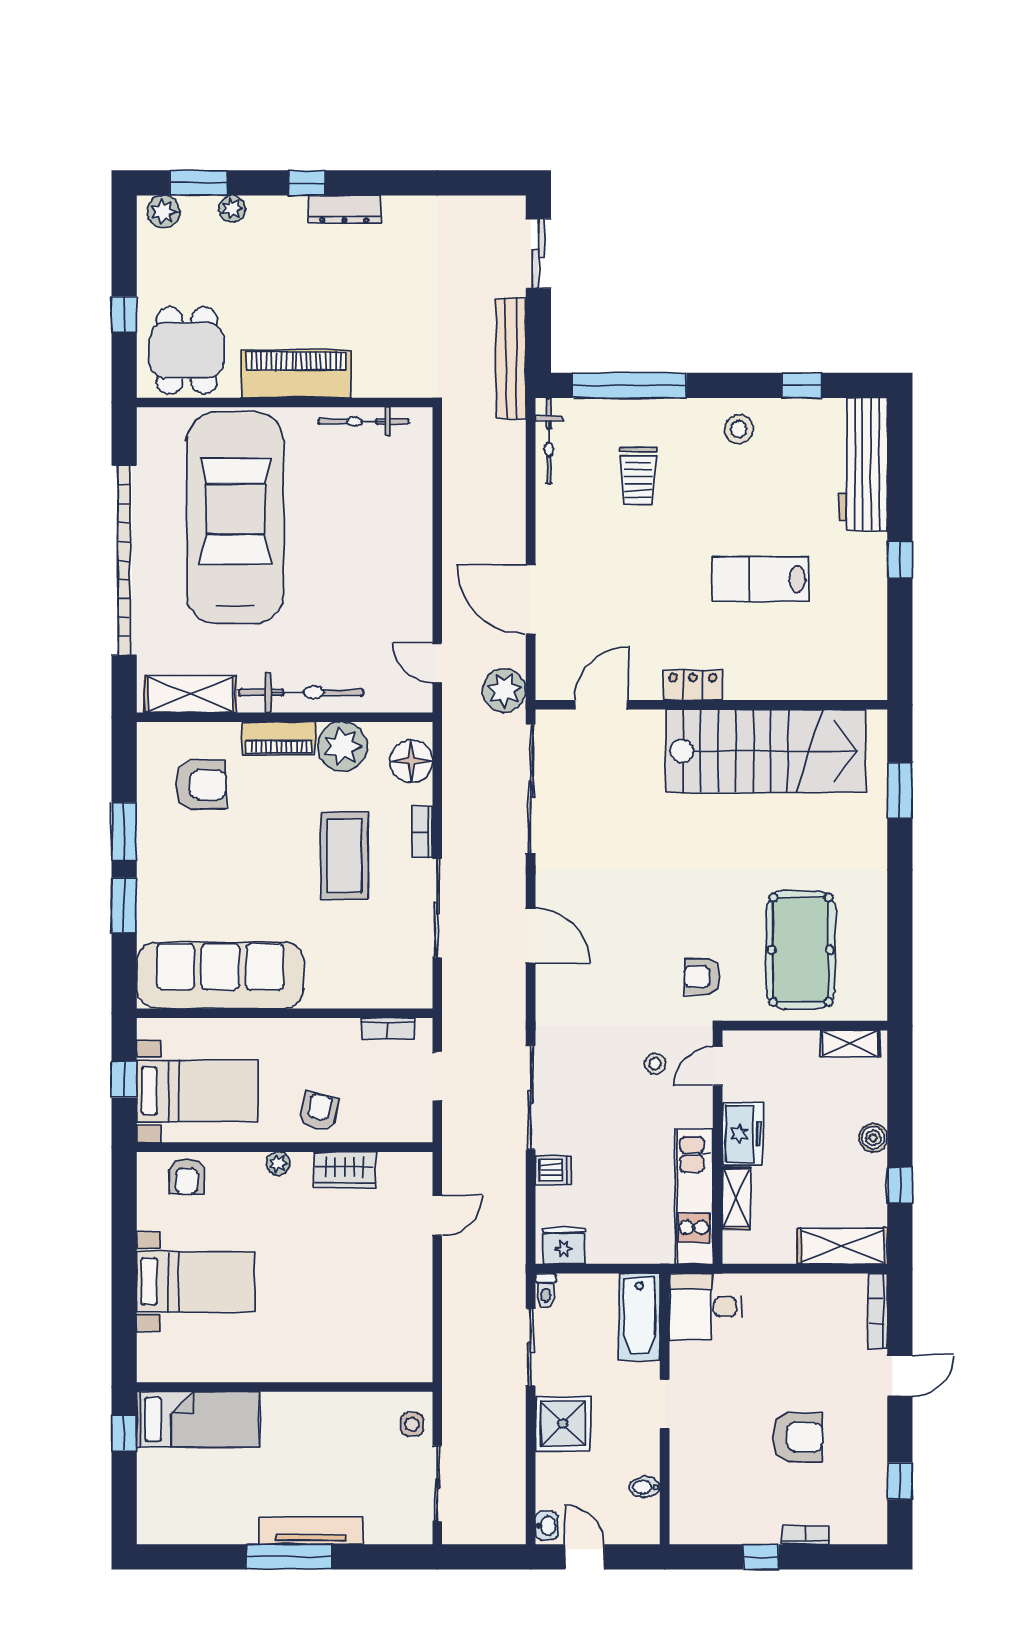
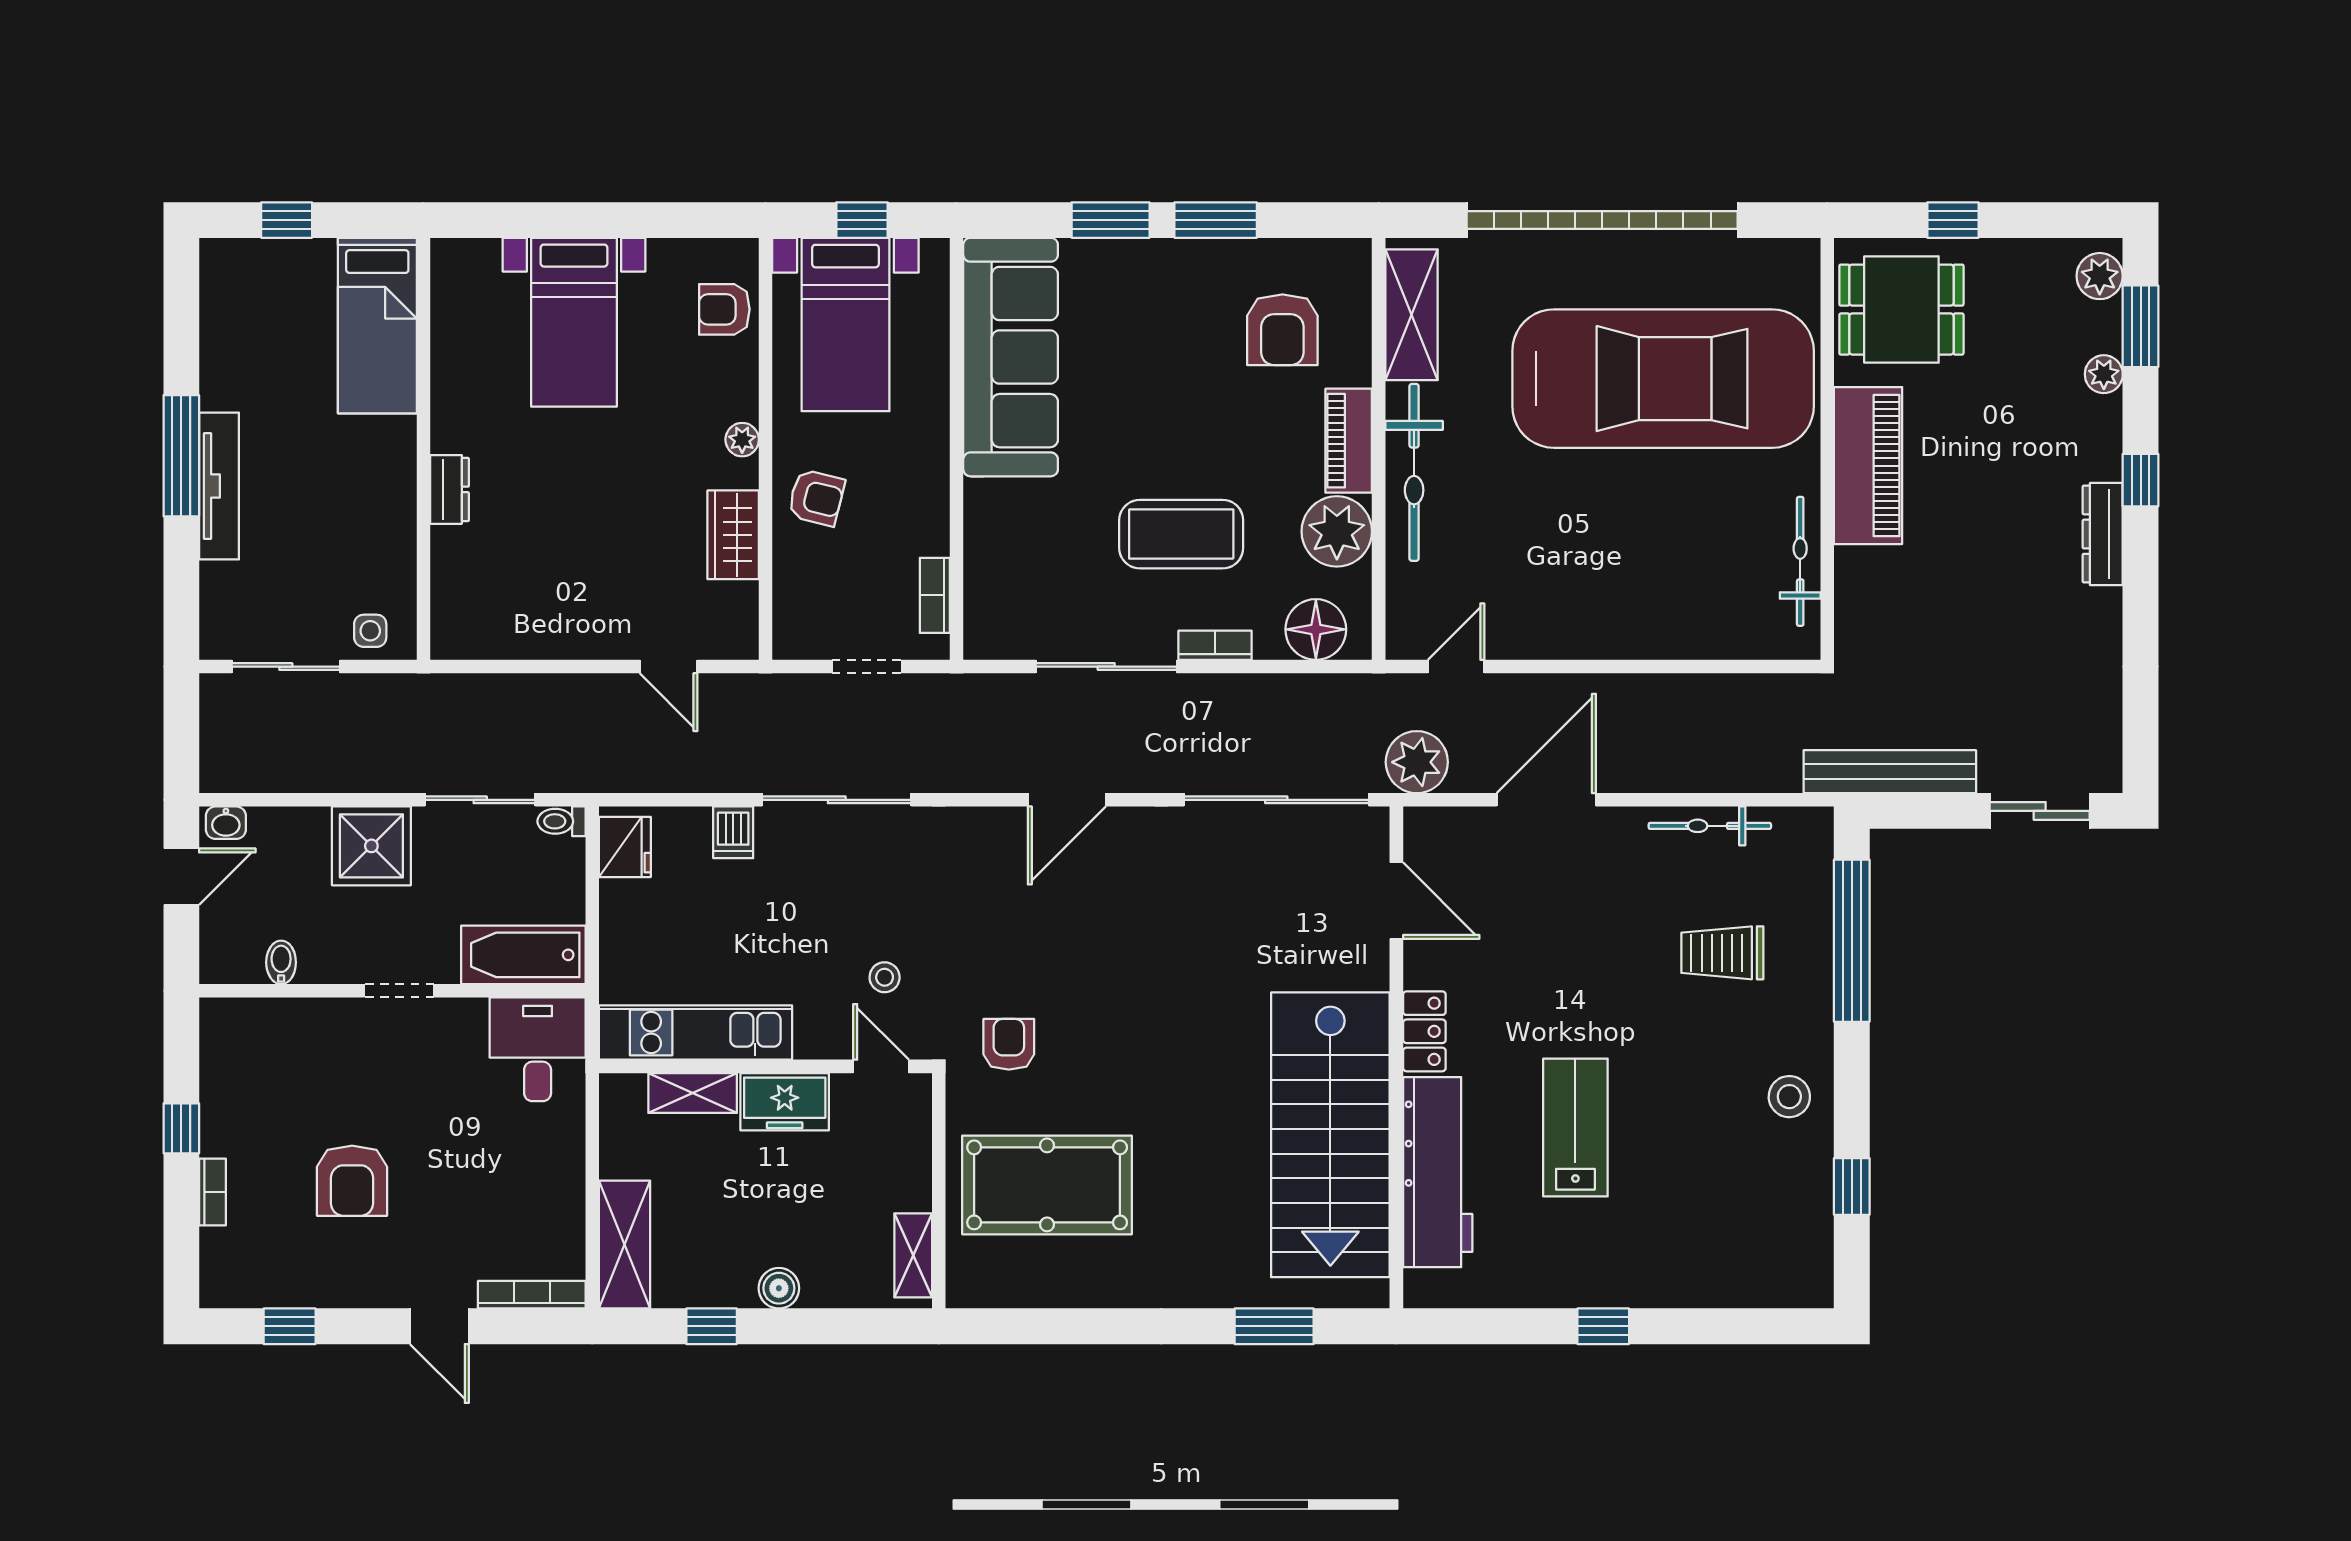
bicycle: (549, 441) -> (1710, 826), moved
workbench: (863, 464) -> (1438, 1172), moved, turned 90
dresser: (313, 1369) -> (449, 489), added
window: (124, 1433) -> (287, 220), moved

